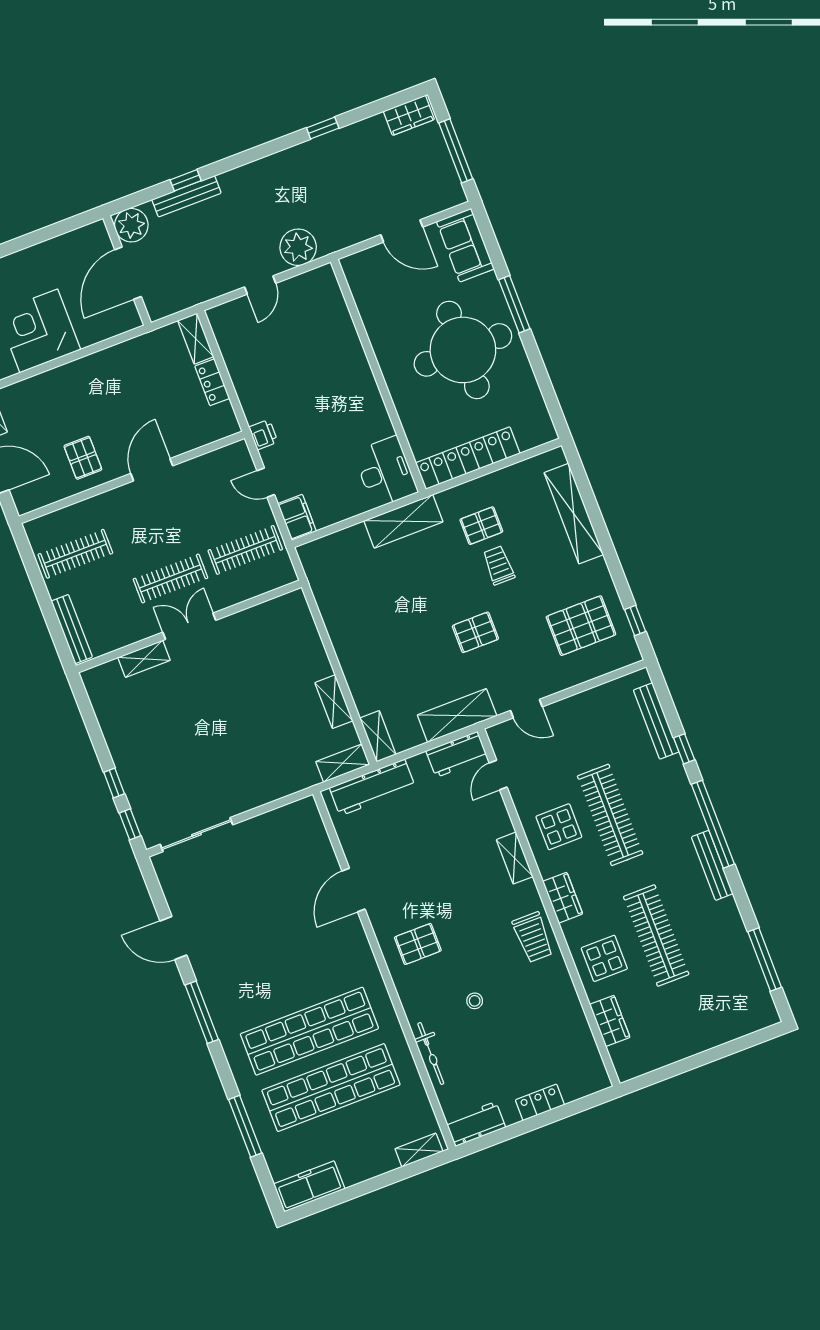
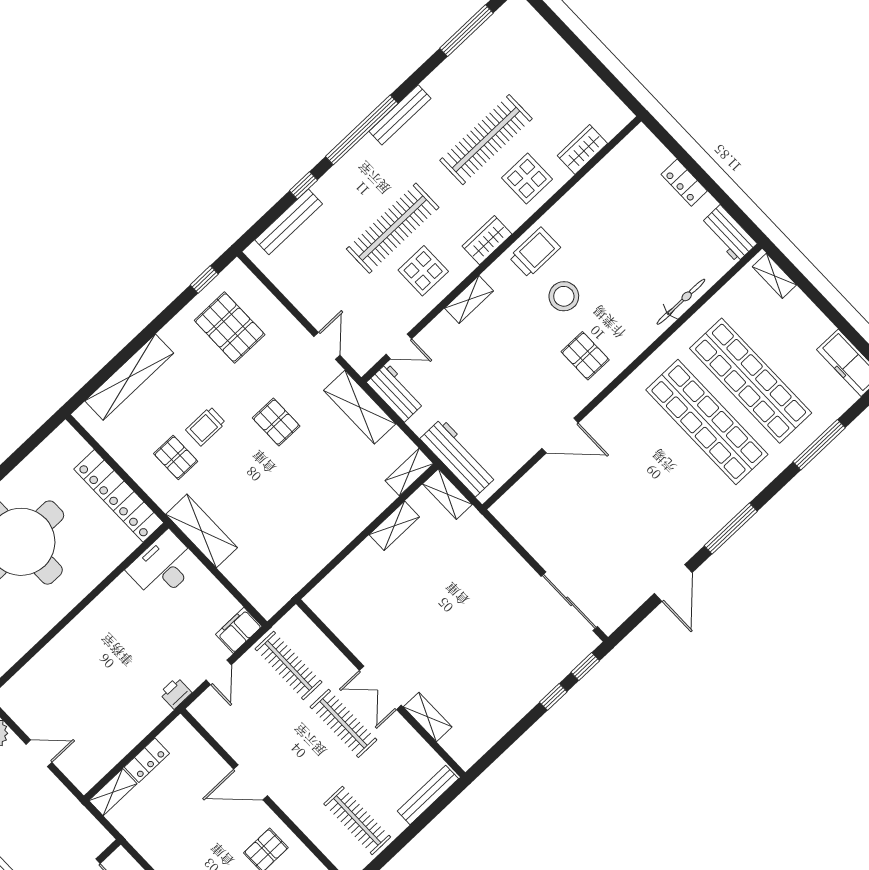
stool: (475, 1001) -> (564, 296), moved, width x1.89, depth x1.89

